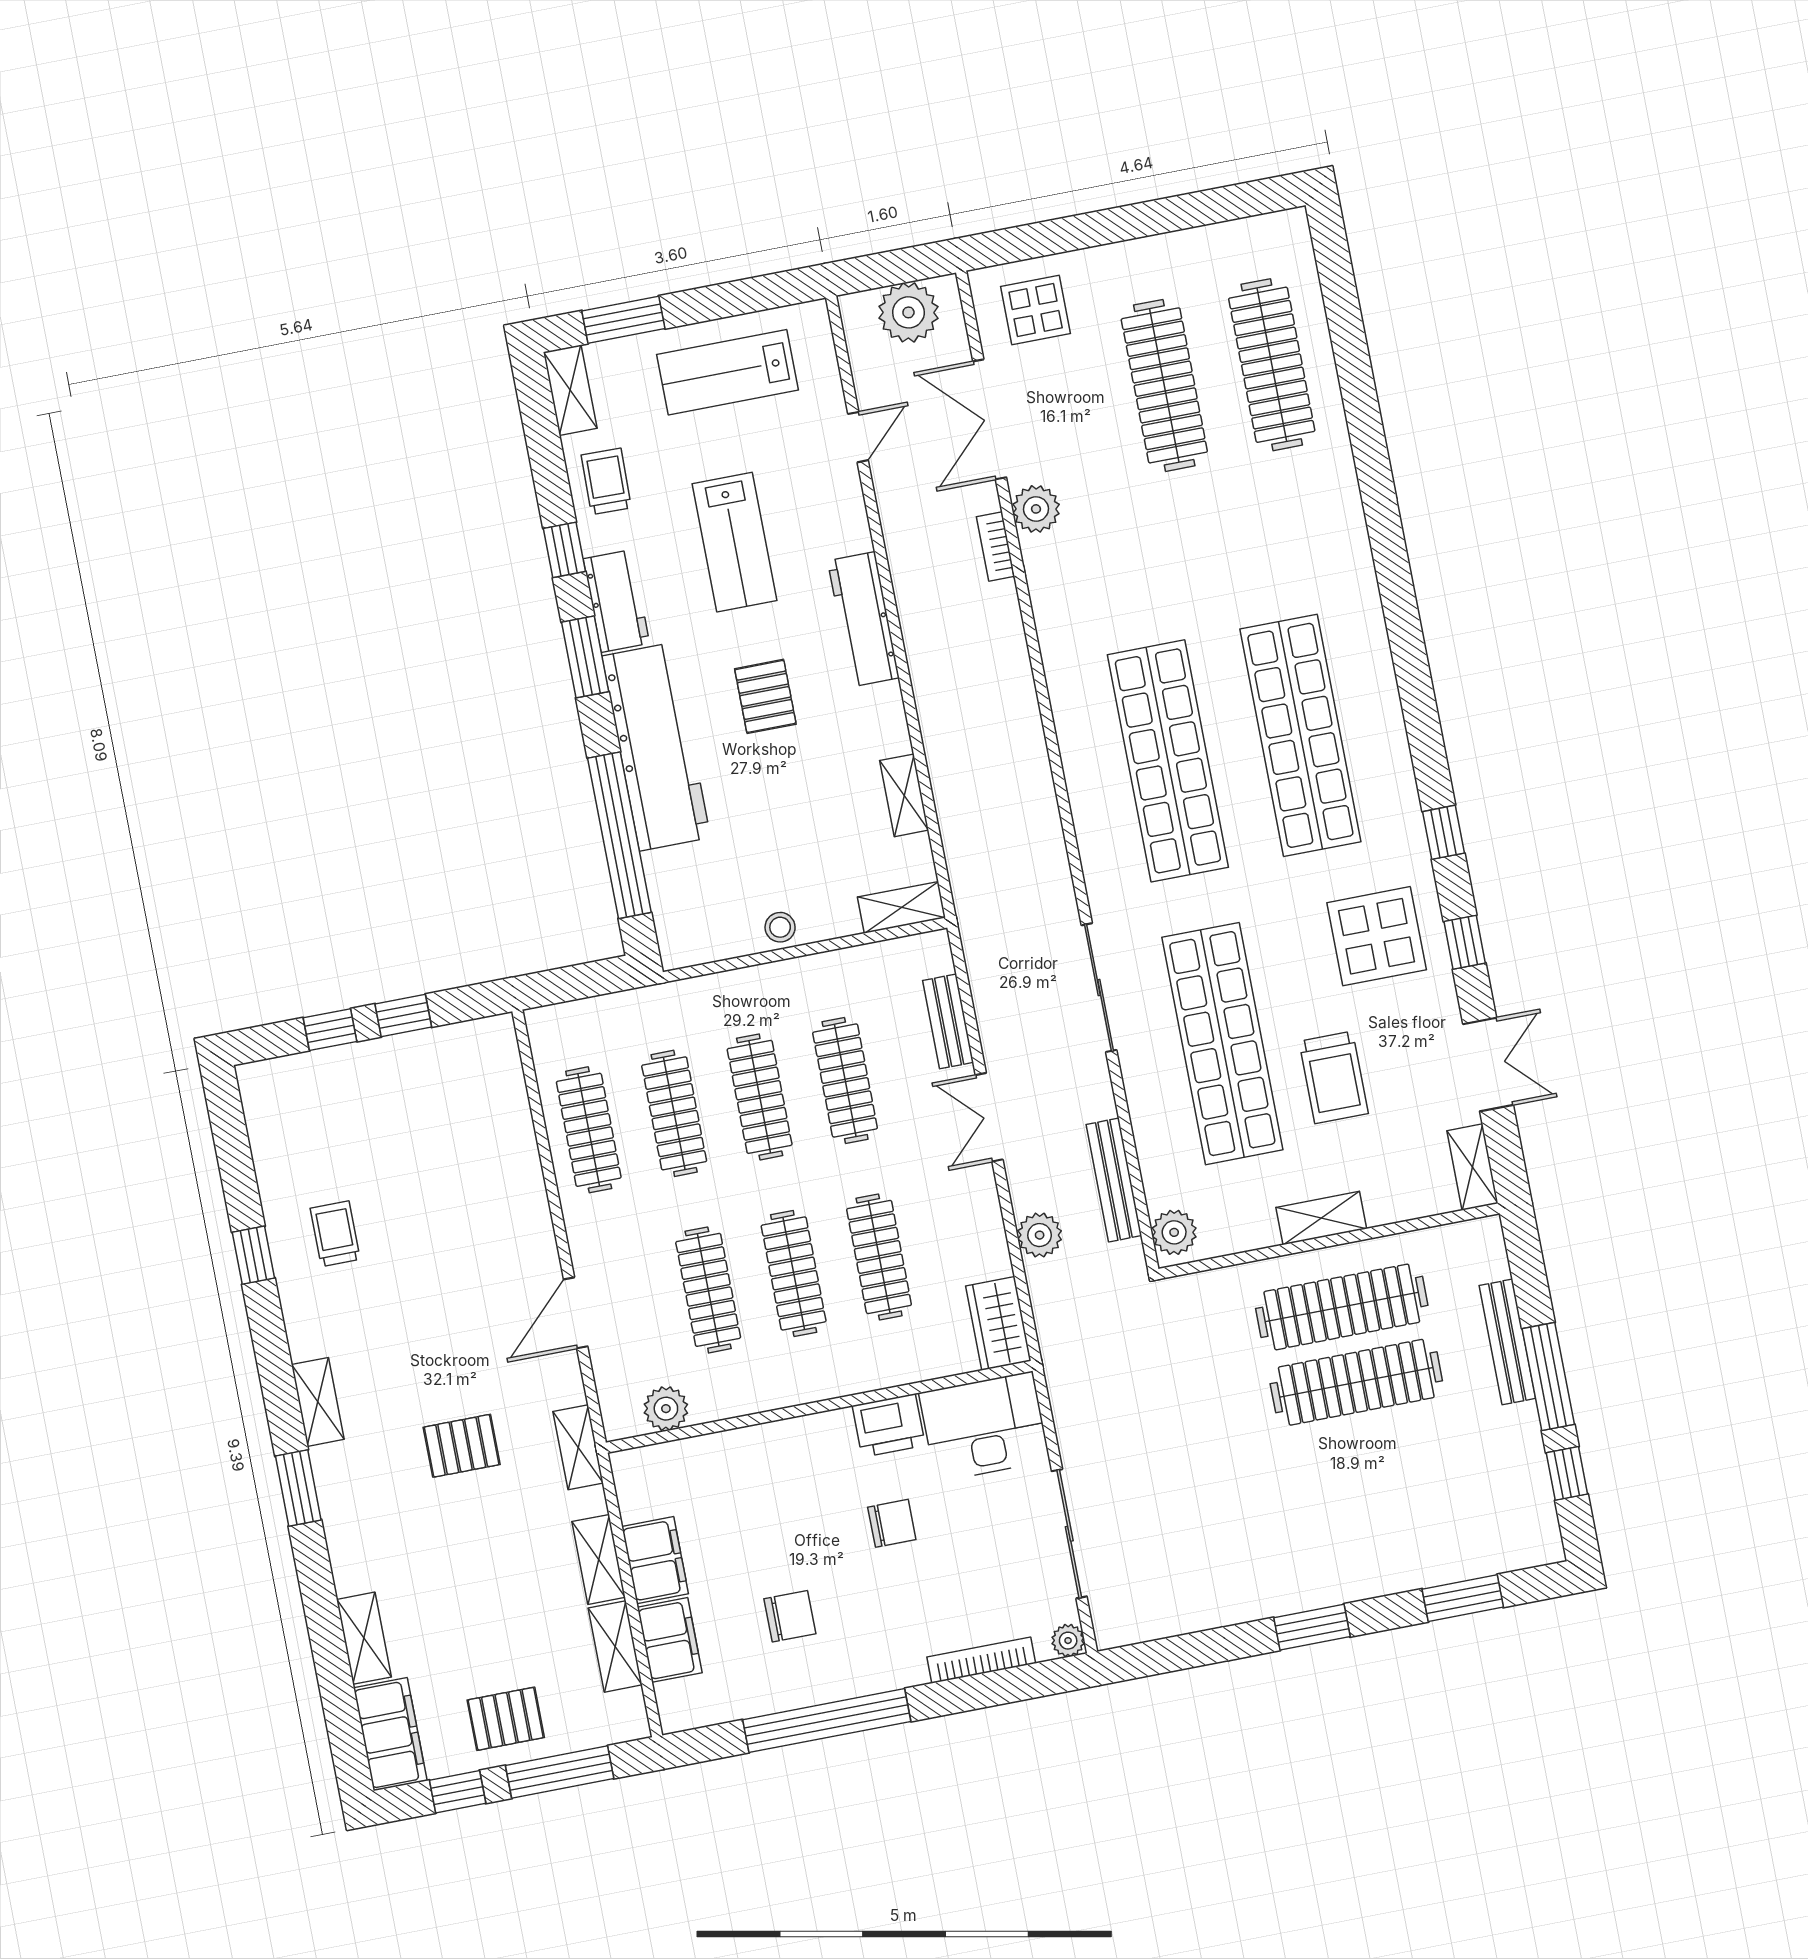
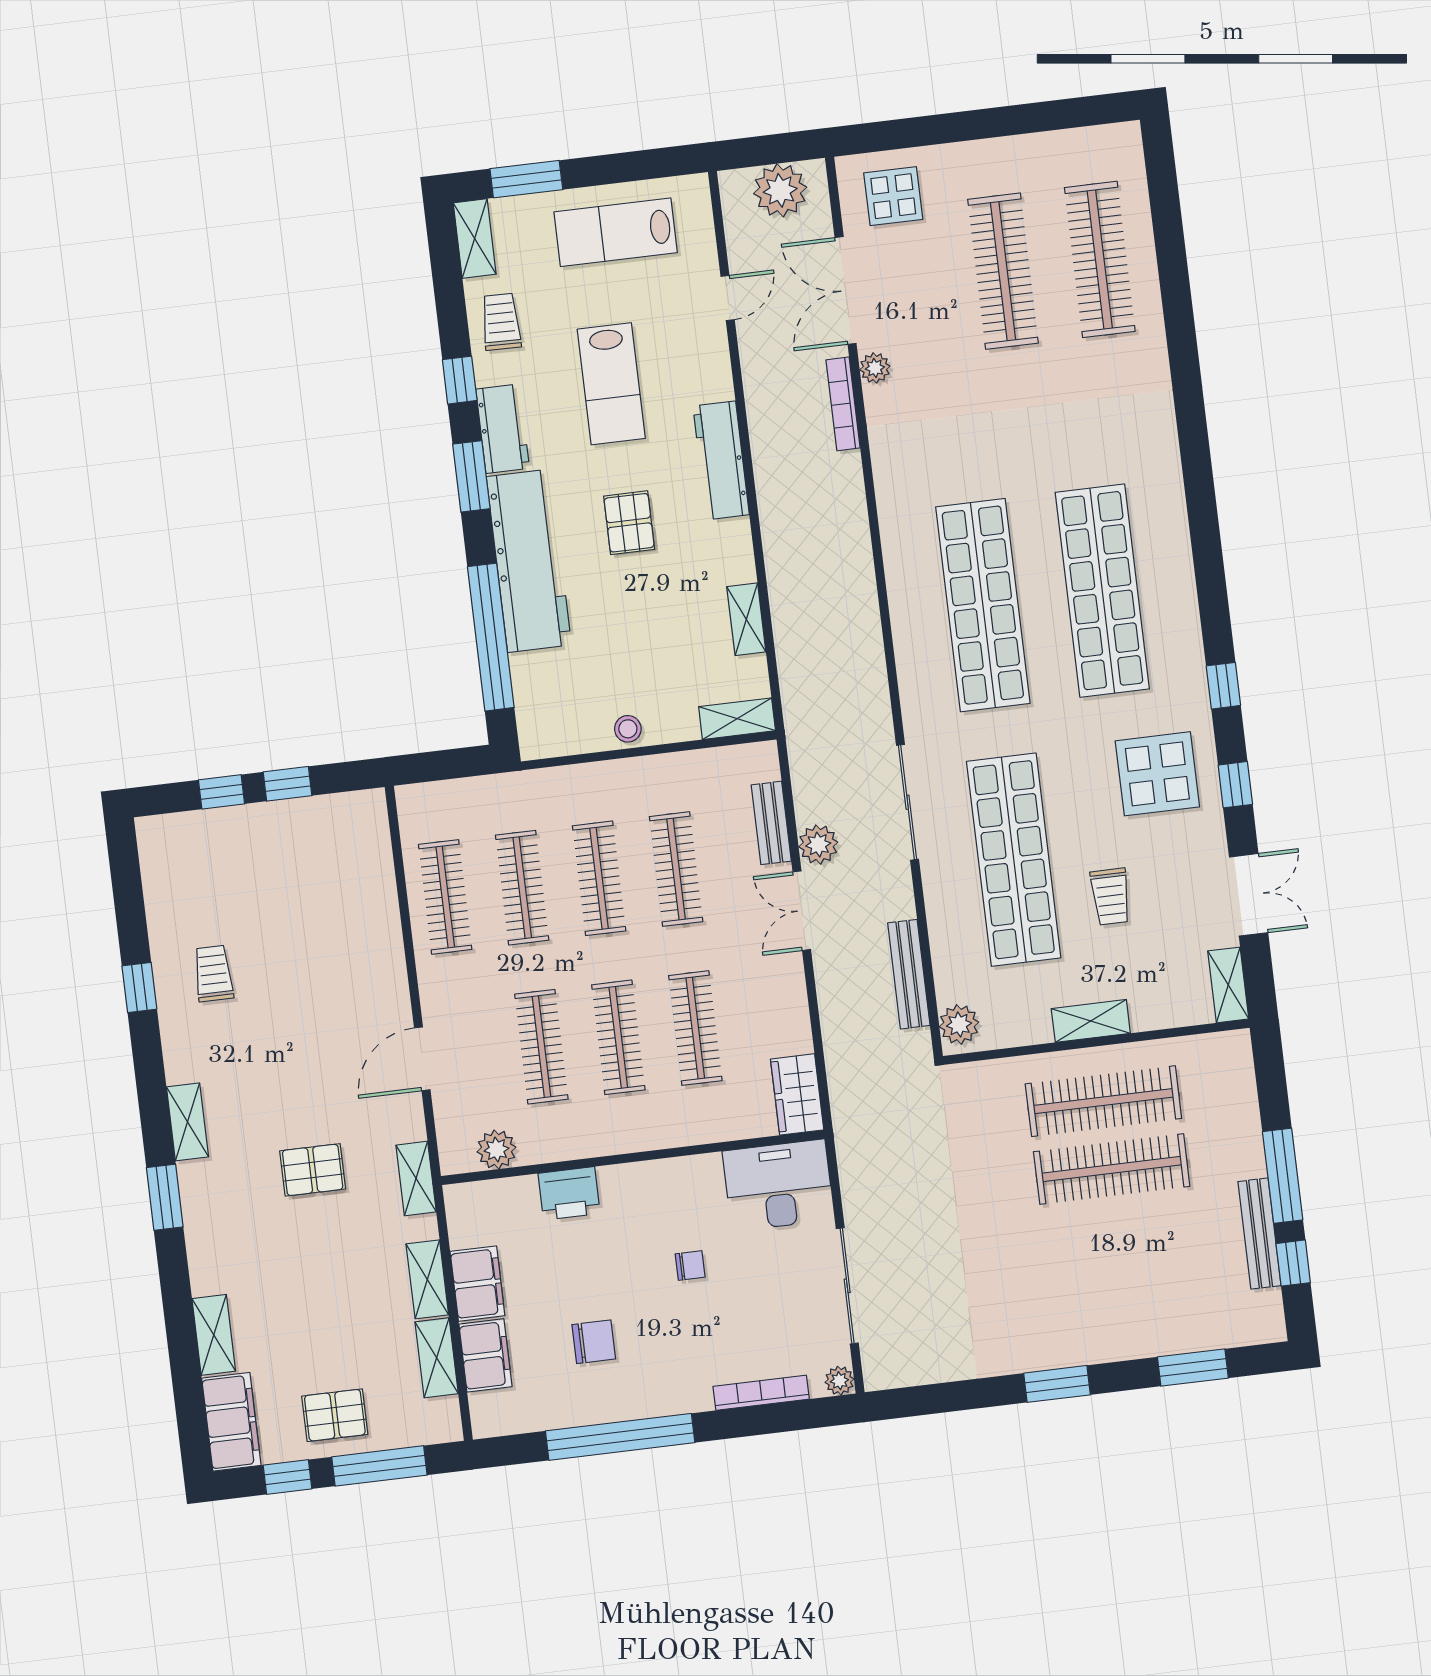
plant: (1036, 509) -> (875, 368), width x0.73, depth x0.73
bookcase: (996, 547) -> (843, 404), width x1.56
trolley: (1334, 1077) -> (1111, 897), width x0.73, depth x0.72
plant: (1040, 1235) -> (818, 845), moved
bench: (1507, 1342) -> (1259, 1234), moved
printer: (889, 1425) -> (569, 1193), moved
chair: (892, 1523) -> (690, 1266), width x0.73, depth x0.73

